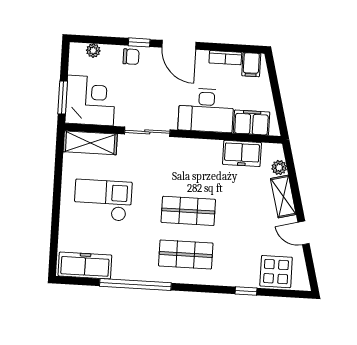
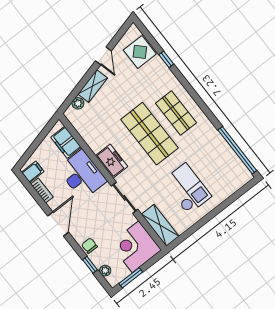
window: (139, 42) -> (90, 265), moved
window: (63, 98) -> (131, 278), moved
freezer: (242, 153) -> (112, 161), moved
checkout: (103, 200) -> (187, 189), turned 180
shop shelf: (188, 211) -> (149, 134), width x1.43, depth x1.36
freezer: (85, 265) -> (234, 166), removed
window: (135, 284) -> (237, 150), moved

